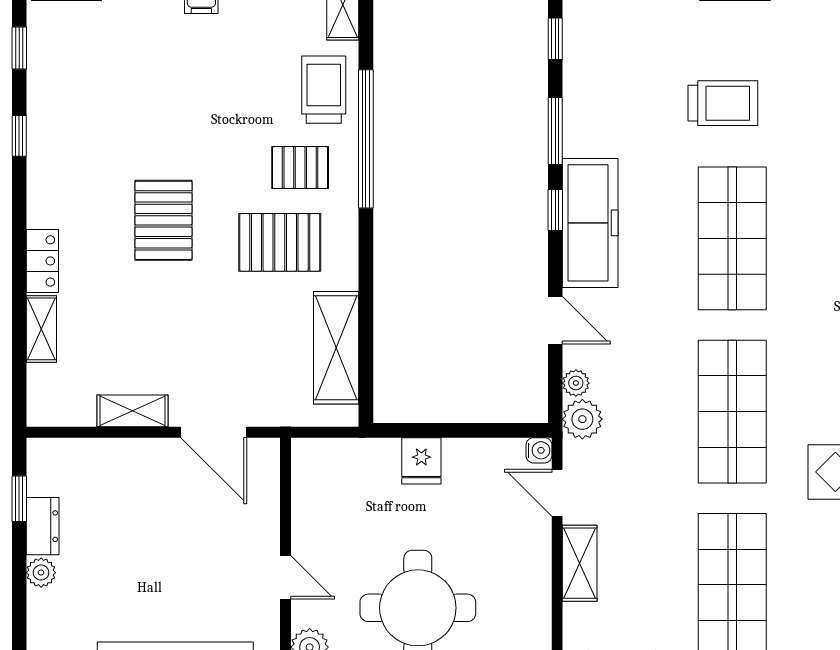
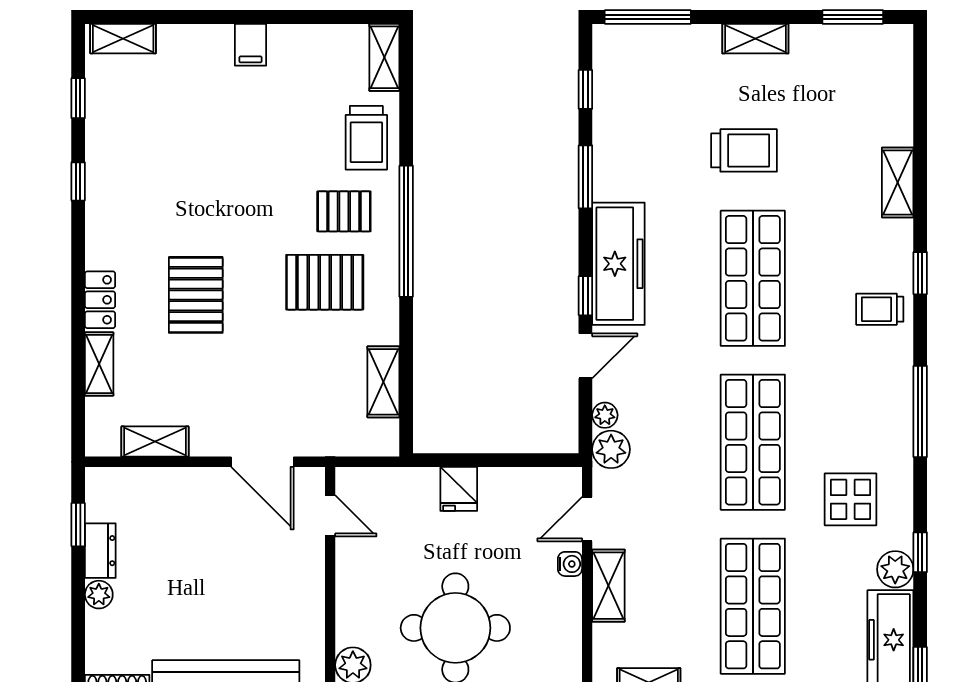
trolley: (324, 90) -> (366, 138), turned 180
window: (366, 139) -> (406, 231), moved
window: (555, 210) -> (585, 296), moved
pallet: (163, 220) -> (196, 295), moved
door: (555, 320) -> (585, 356), hinge flipped
shelving: (336, 348) -> (383, 382), width x0.67, depth x0.75
shelving: (132, 411) -> (155, 442), moved
water cooler: (539, 450) -> (570, 564), moved
door: (557, 493) -> (587, 519), hinge flipped
door: (285, 577) -> (330, 516), moved

